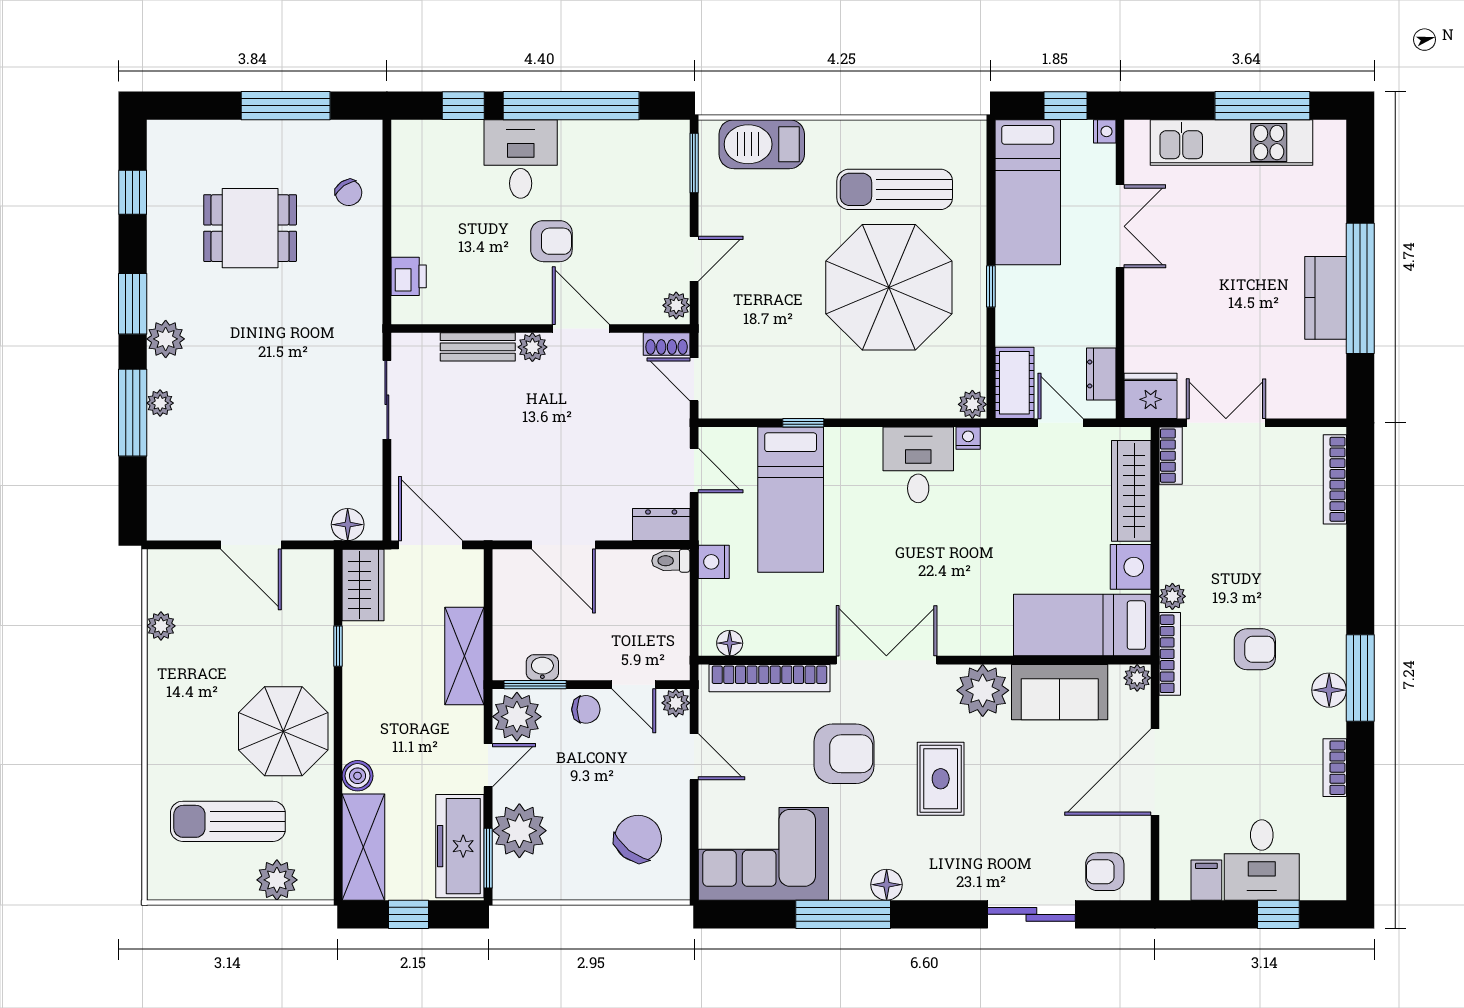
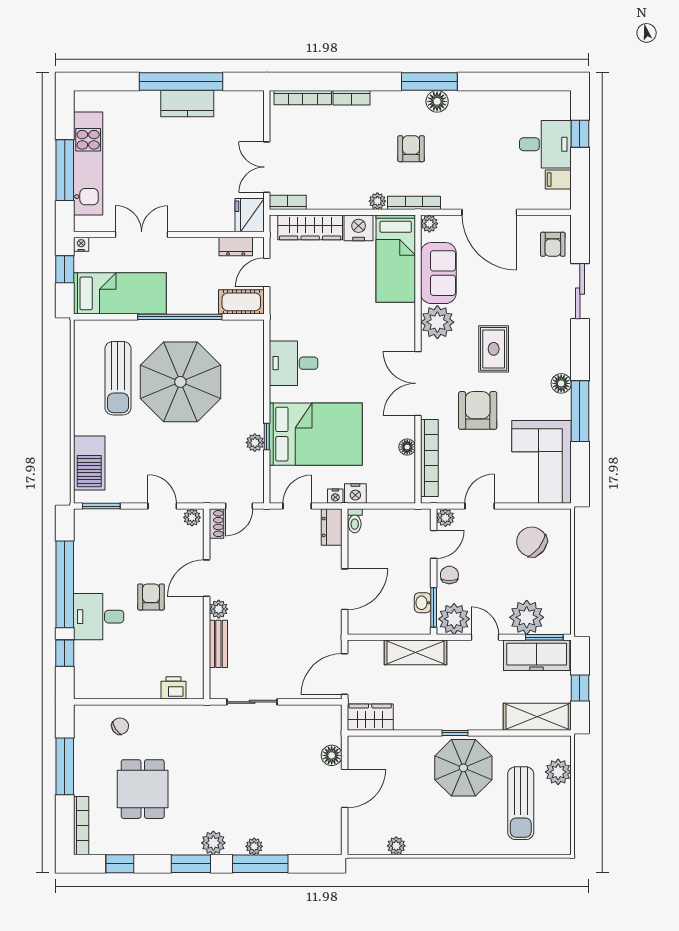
window: (1262, 106) -> (65, 170), moved
bookcase: (193, 131) -> (81, 826), added
window: (991, 286) -> (180, 317), width x3.17
plant: (972, 404) -> (255, 443), moved
nightstand: (968, 438) -> (335, 496), moved, turned -90
bed: (791, 500) -> (316, 434), width x1.50
floor lamp: (348, 525) -> (332, 755), moved
floor lamp: (730, 643) -> (407, 447), moved
window: (338, 646) -> (455, 733), moved
bookcase: (1335, 768) -> (351, 98), moved
boiler: (358, 776) -> (492, 721), removed
rug: (941, 779) -> (494, 349), turned 90

